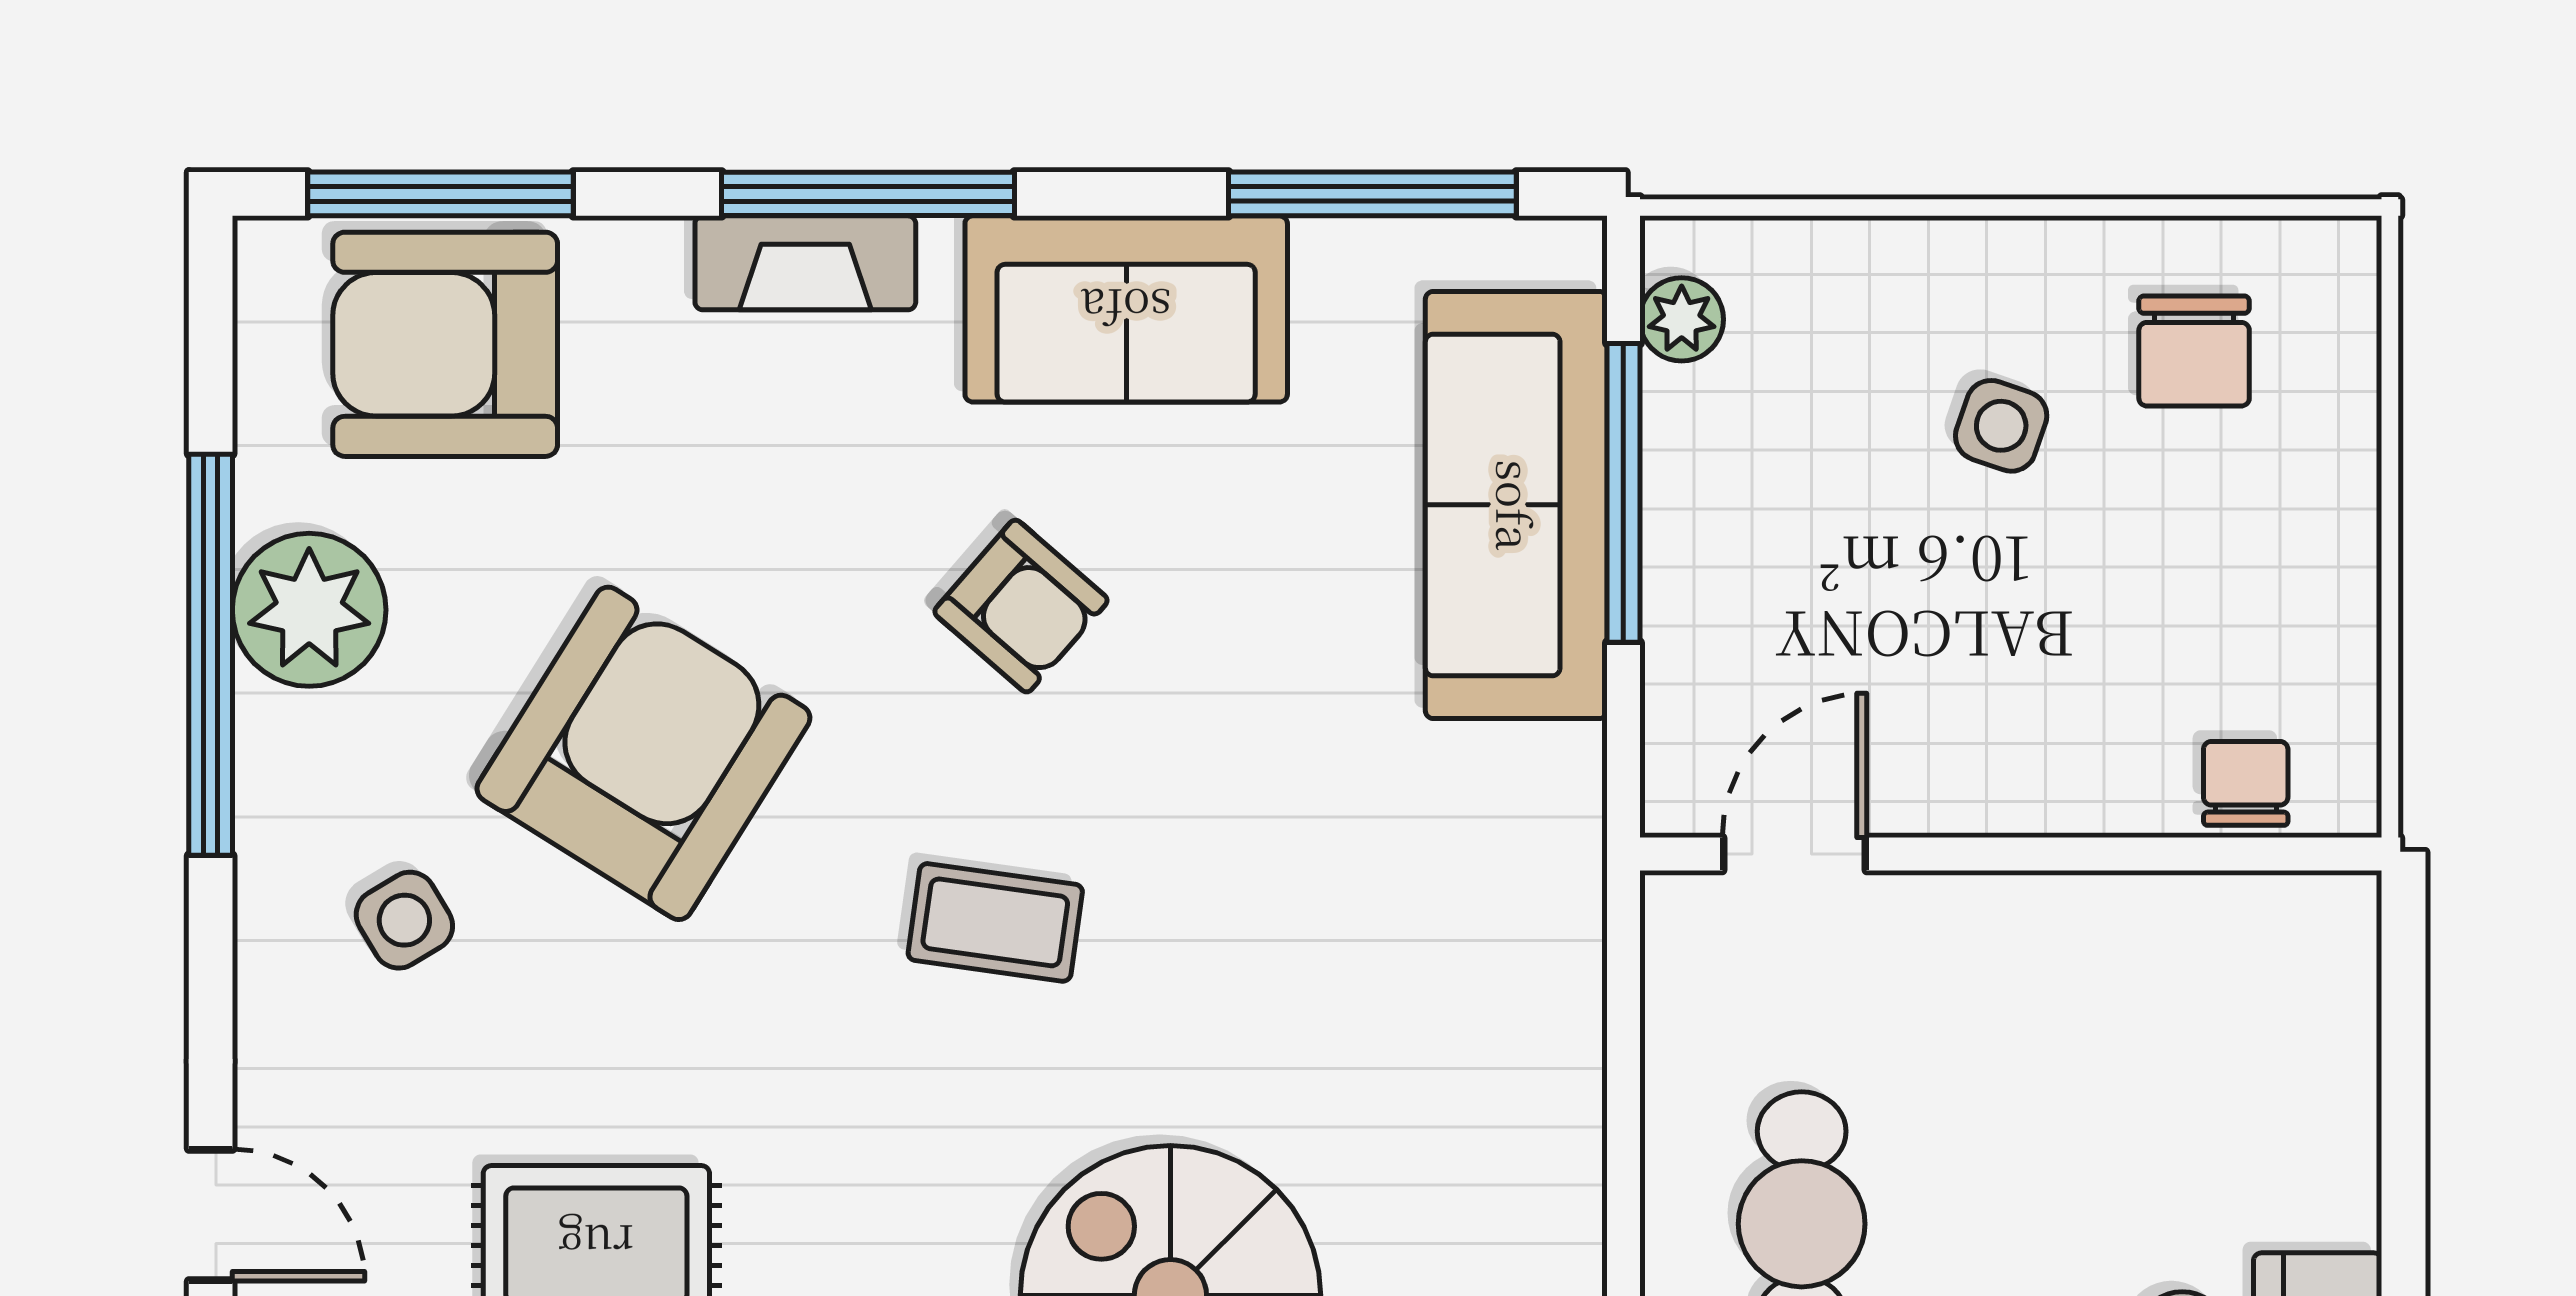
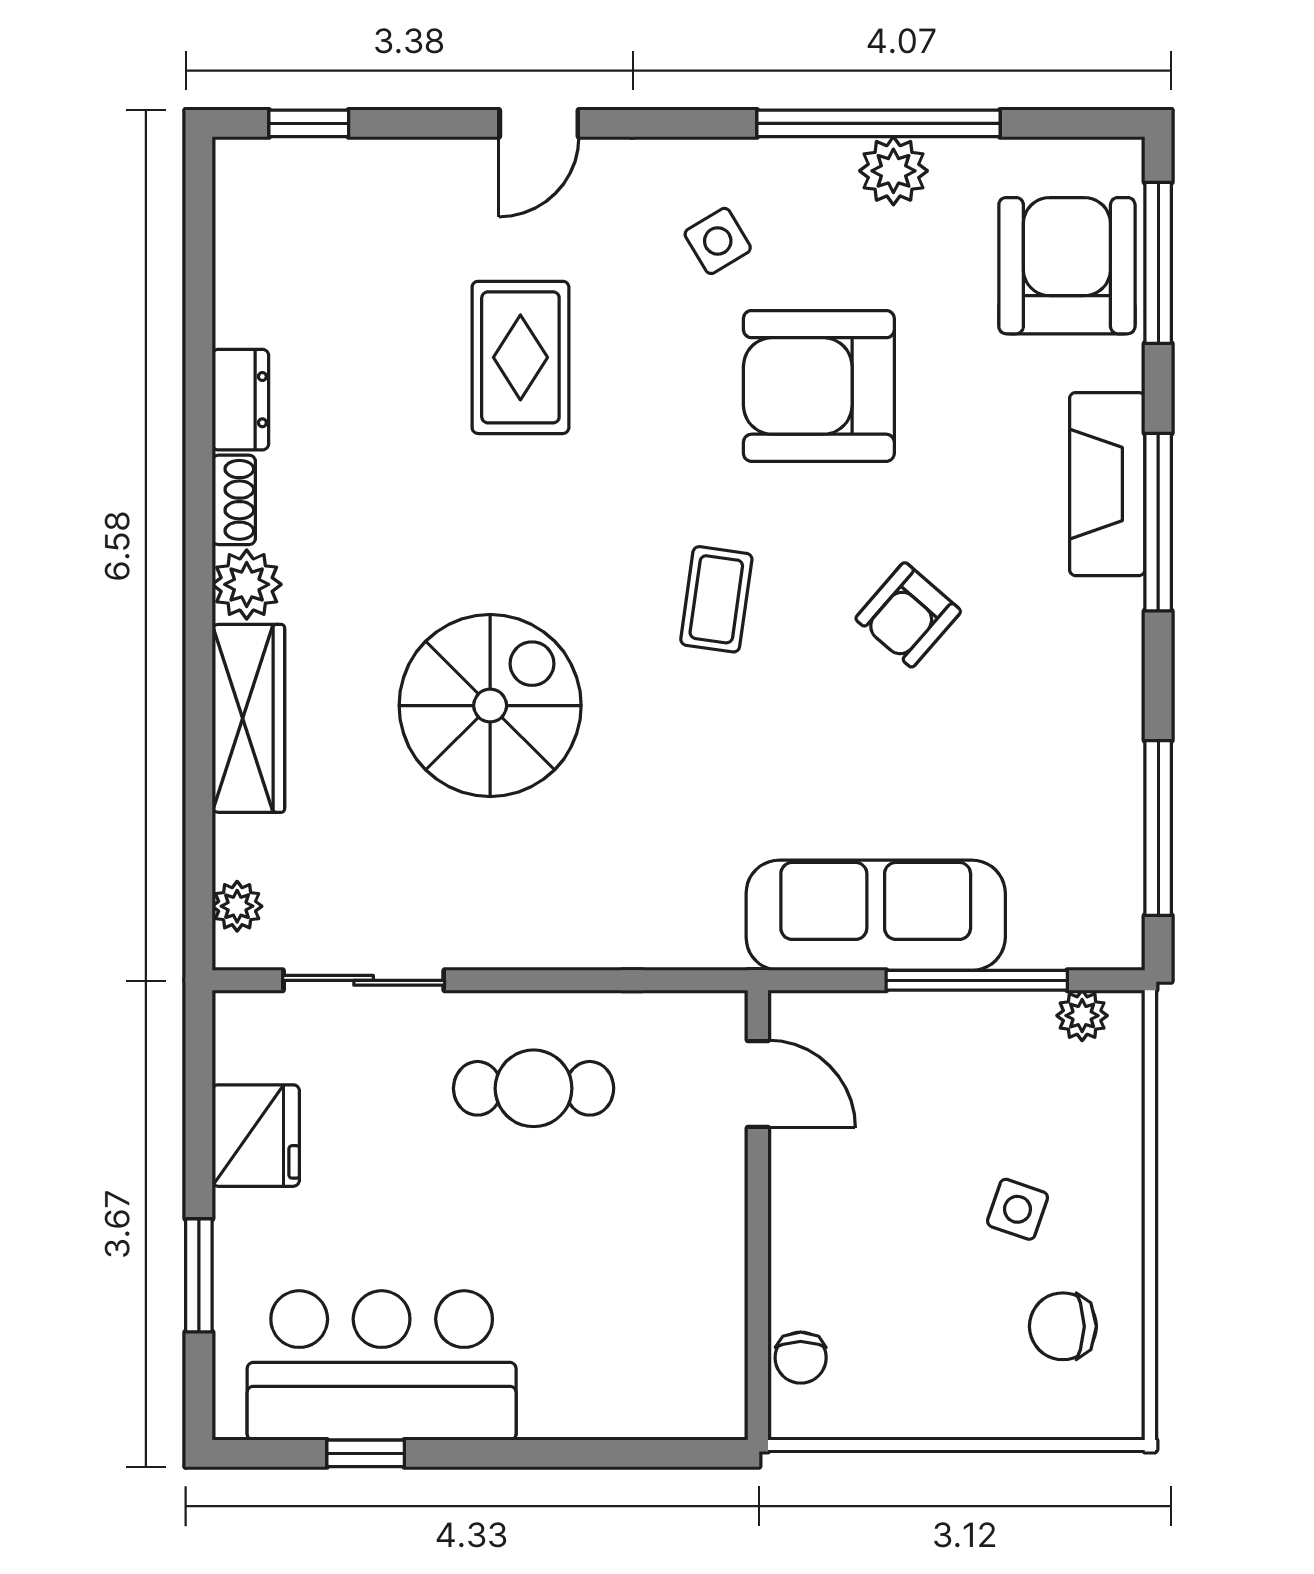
fireplace: (805, 263) -> (1107, 484), width x1.37, depth x1.32
sofa: (1126, 309) -> (1088, 679), removed
sofa: (1516, 505) -> (876, 915), moved
plant: (309, 610) -> (893, 171), width x0.73, depth x0.73
armchair: (643, 753) -> (819, 386), turned 148
chair: (2246, 783) -> (801, 1358), turned 90

